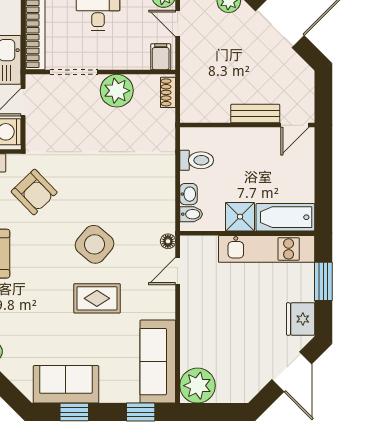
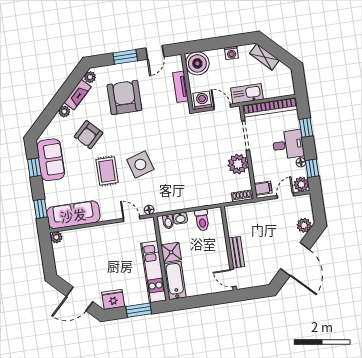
armchair: (34, 192) -> (89, 135), moved
side table: (95, 244) -> (140, 165), turned 33
plant: (198, 386) -> (56, 237), width x0.53, depth x0.53

